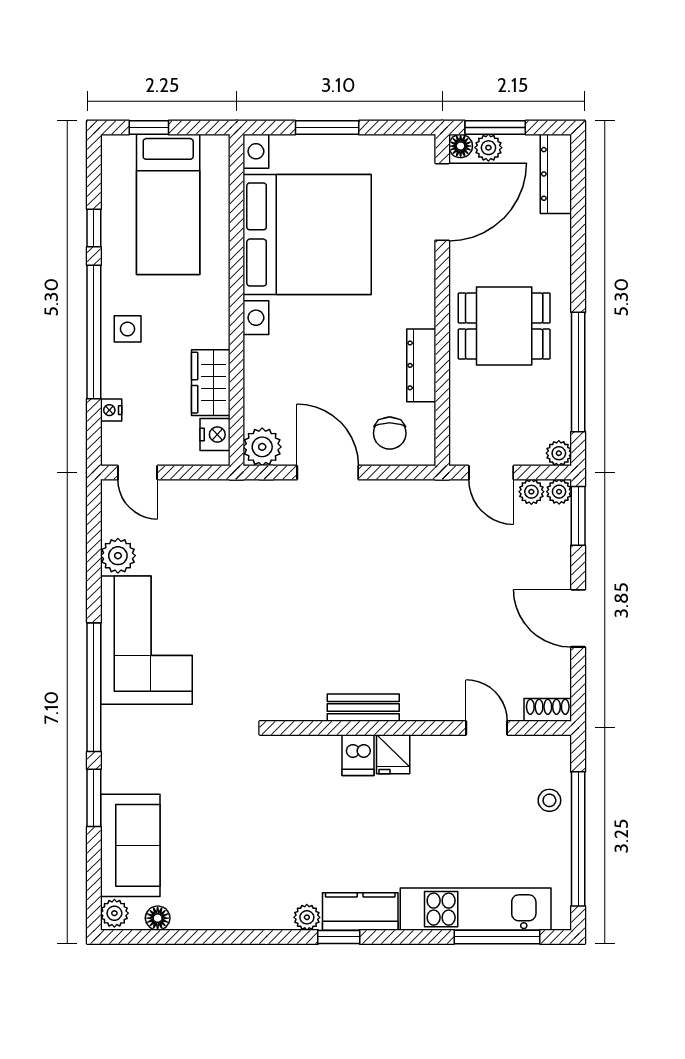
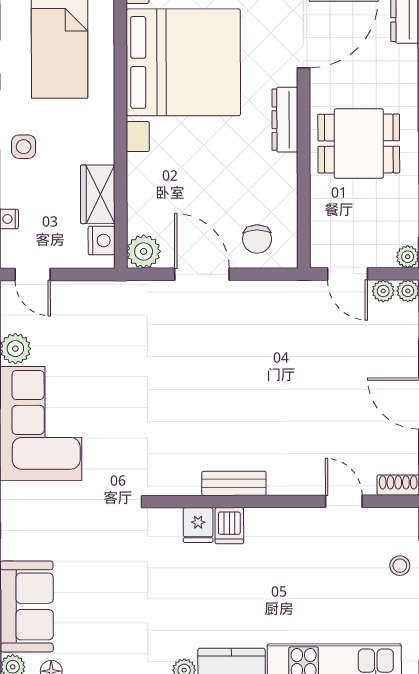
dresser: (421, 365) -> (285, 120), moved
fridge: (393, 754) -> (198, 525), moved

